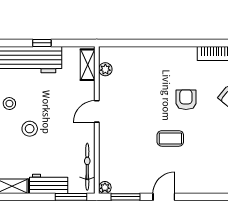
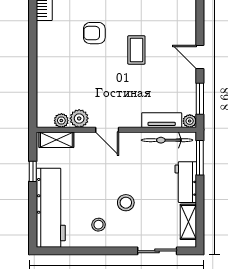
window: (42, 43) -> (33, 171), moved
plant: (107, 86) -> (79, 118), added
tv unit: (106, 162) -> (162, 120), added

